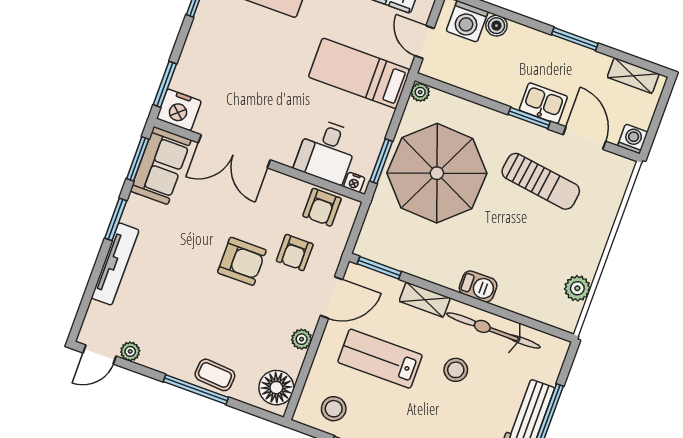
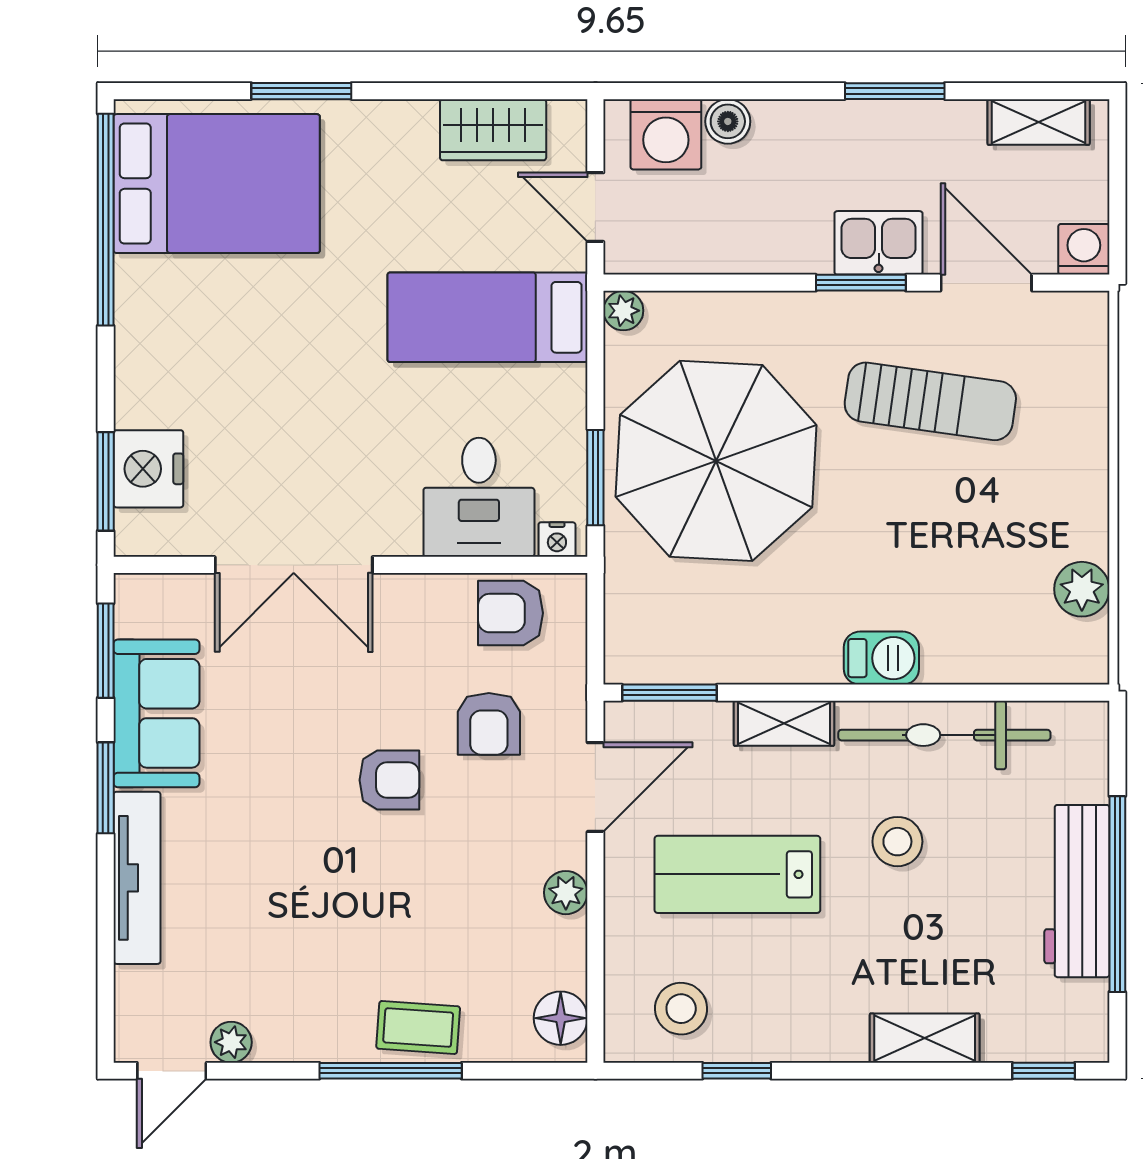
nightstand: (179, 110) -> (148, 469), moved, turned 90
sofa: (161, 165) -> (156, 713), moved
armchair: (322, 207) -> (510, 613), turned 90
armchair: (242, 261) -> (389, 780), width x0.72, depth x0.72
floor lamp: (276, 388) -> (561, 1018), width x0.73, depth x0.73

